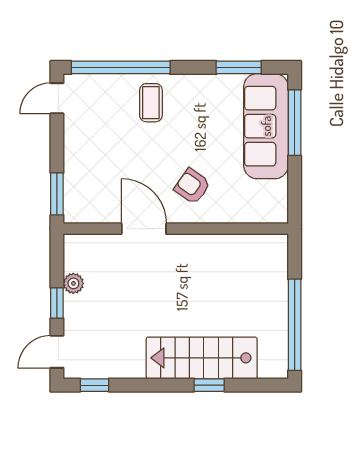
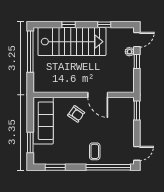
window: (295, 123) -> (30, 142), width x0.69
sofa: (266, 126) -> (43, 121), moved
plant: (73, 283) -> (129, 52), moved
stairs: (202, 358) -> (72, 42), width x1.36, depth x1.51
window: (95, 385) -> (104, 25), moved

